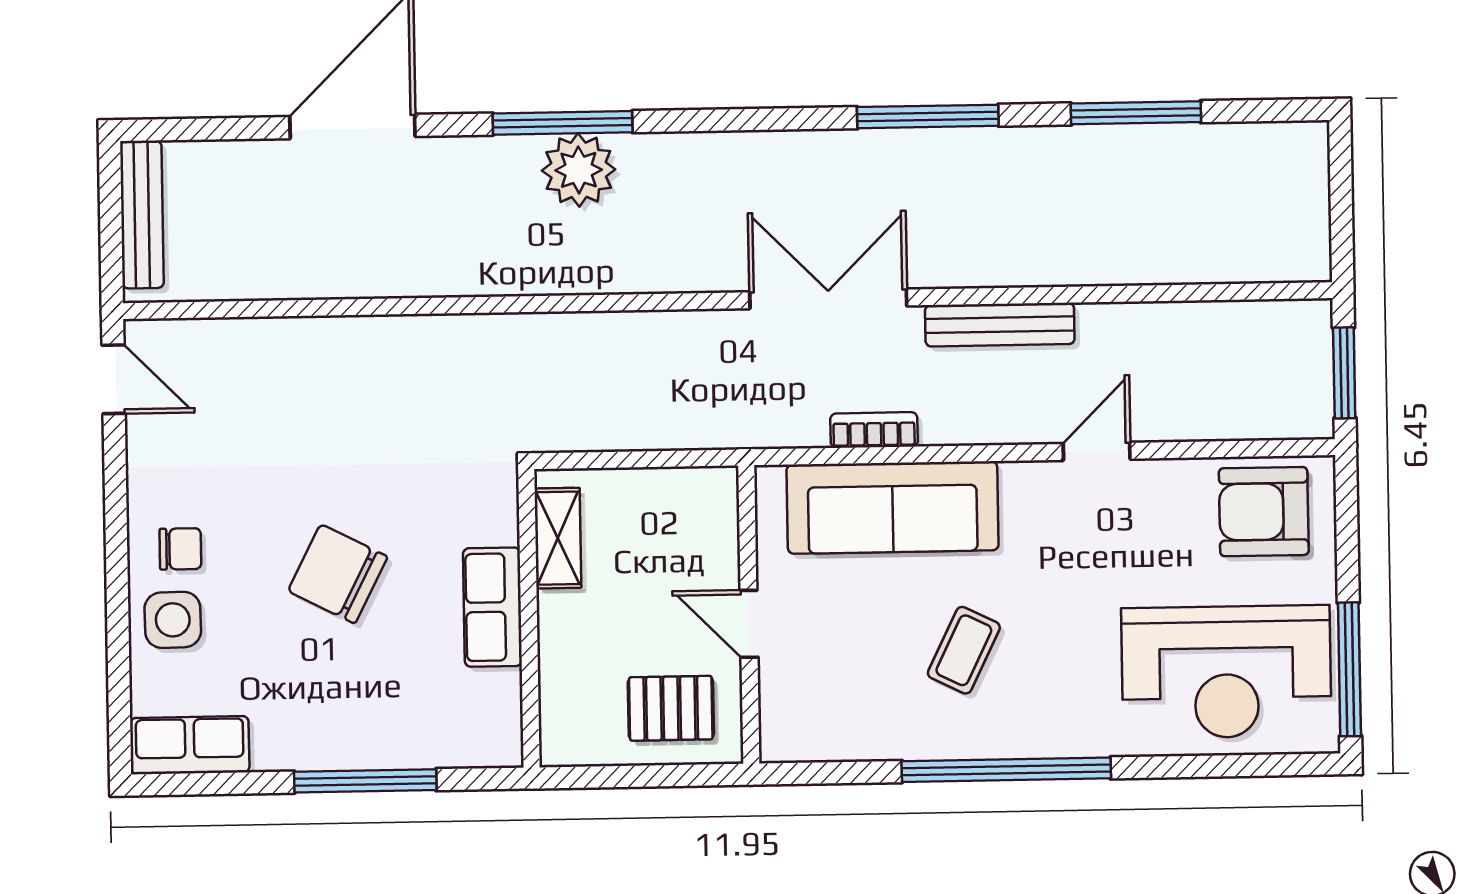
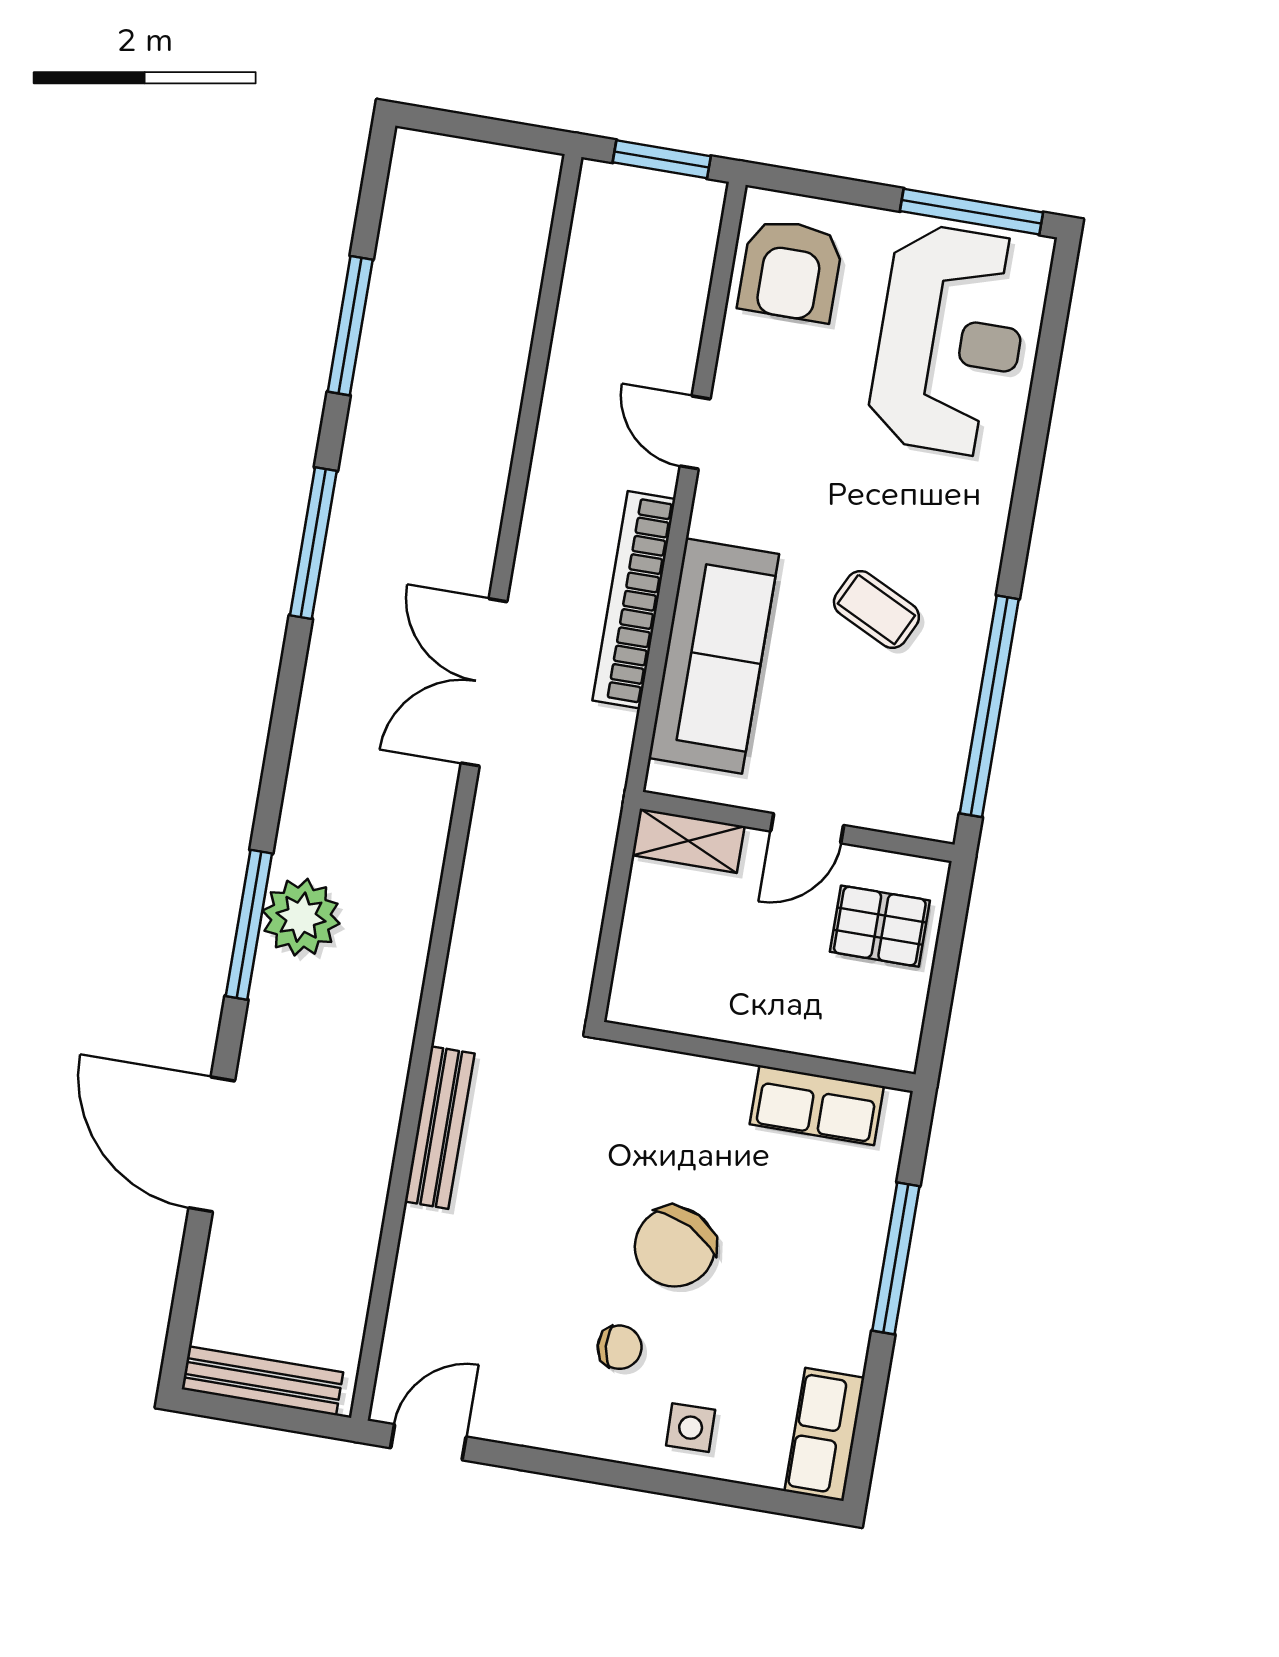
bench: (1000, 325) -> (440, 1128), moved
bookcase: (874, 430) -> (634, 600), width x2.31, depth x1.31
shelving: (558, 538) -> (688, 841), moved
chair: (180, 549) -> (620, 1347), moved, turned 85
row of seats: (492, 607) -> (817, 1105), moved
side table: (173, 620) -> (691, 1428), width x0.73, depth x0.73
pallet: (671, 708) -> (880, 926), turned 90
window: (1006, 770) -> (989, 706), moved

